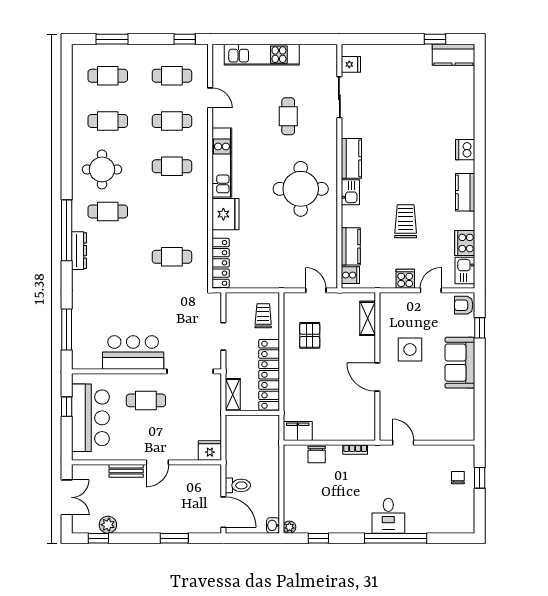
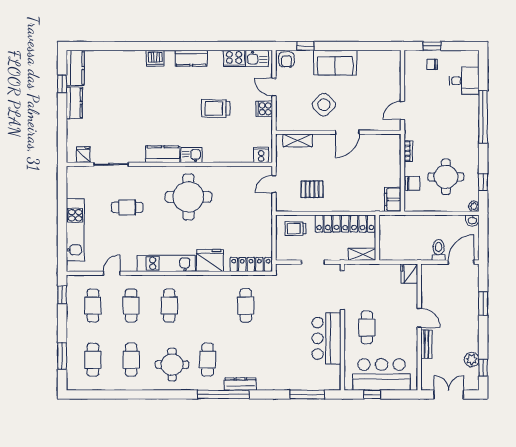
kitchen counter: (351, 246) -> (74, 103), moved, turned 90
side table: (410, 349) -> (324, 105), turned 45
round table: (324, 494) -> (446, 177), added
desk: (388, 516) -> (464, 81), moved

